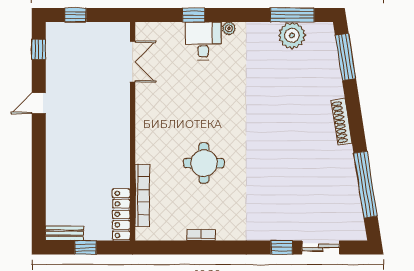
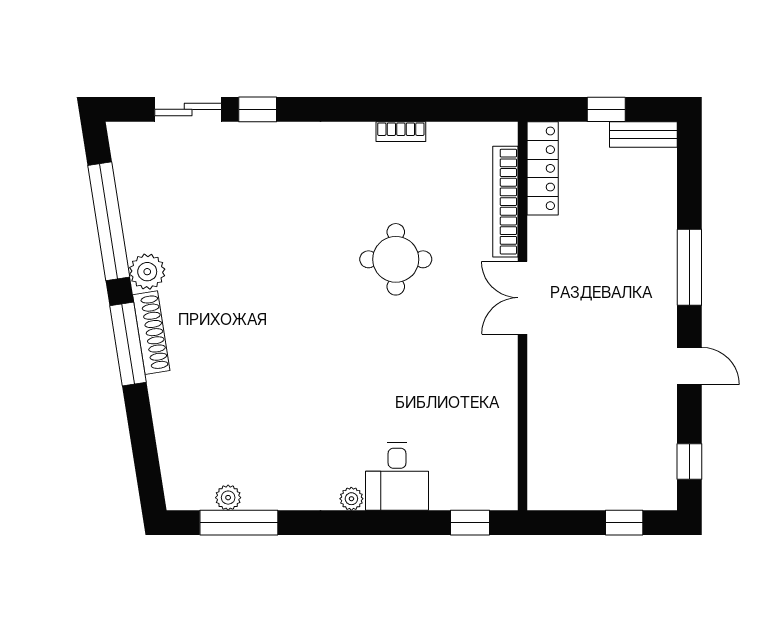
window: (194, 15) -> (470, 523), moved
plant: (292, 35) -> (228, 498), width x0.53, depth x0.53
window: (345, 57) -> (128, 344), moved
double door: (133, 62) -> (523, 298), moved
door: (39, 103) -> (689, 366), hinge flipped
plant: (344, 156) -> (147, 272), added
window: (39, 159) -> (689, 267), added

